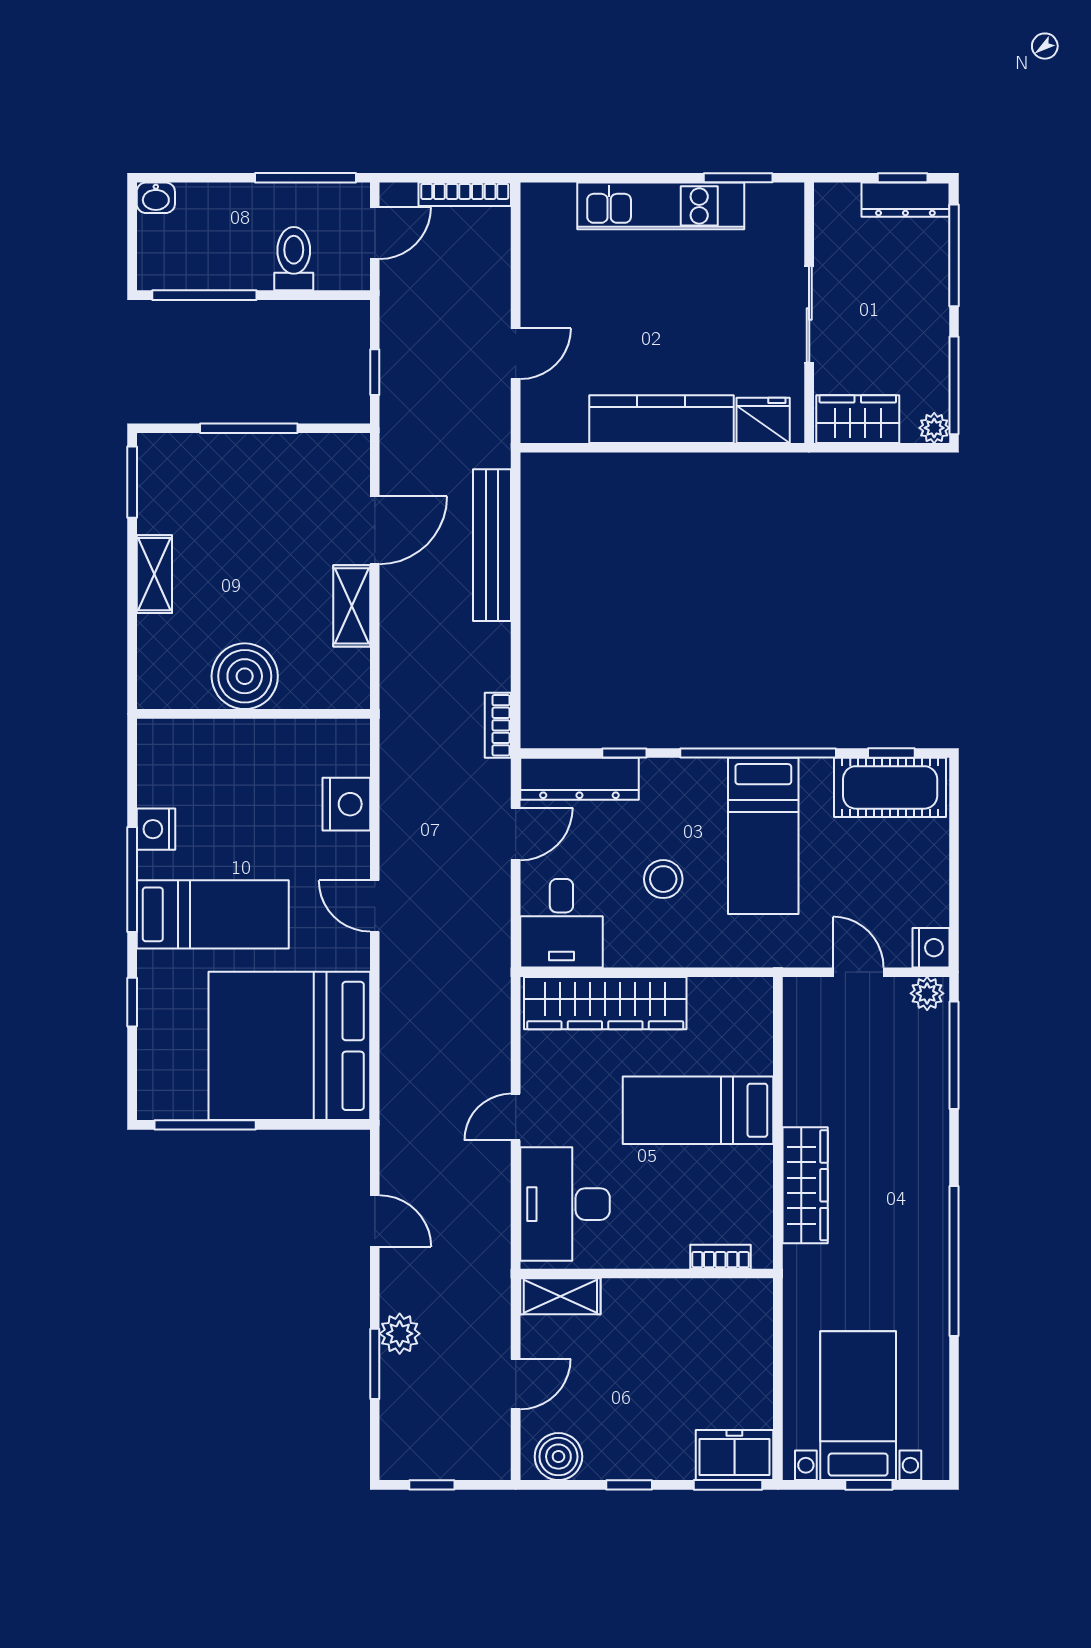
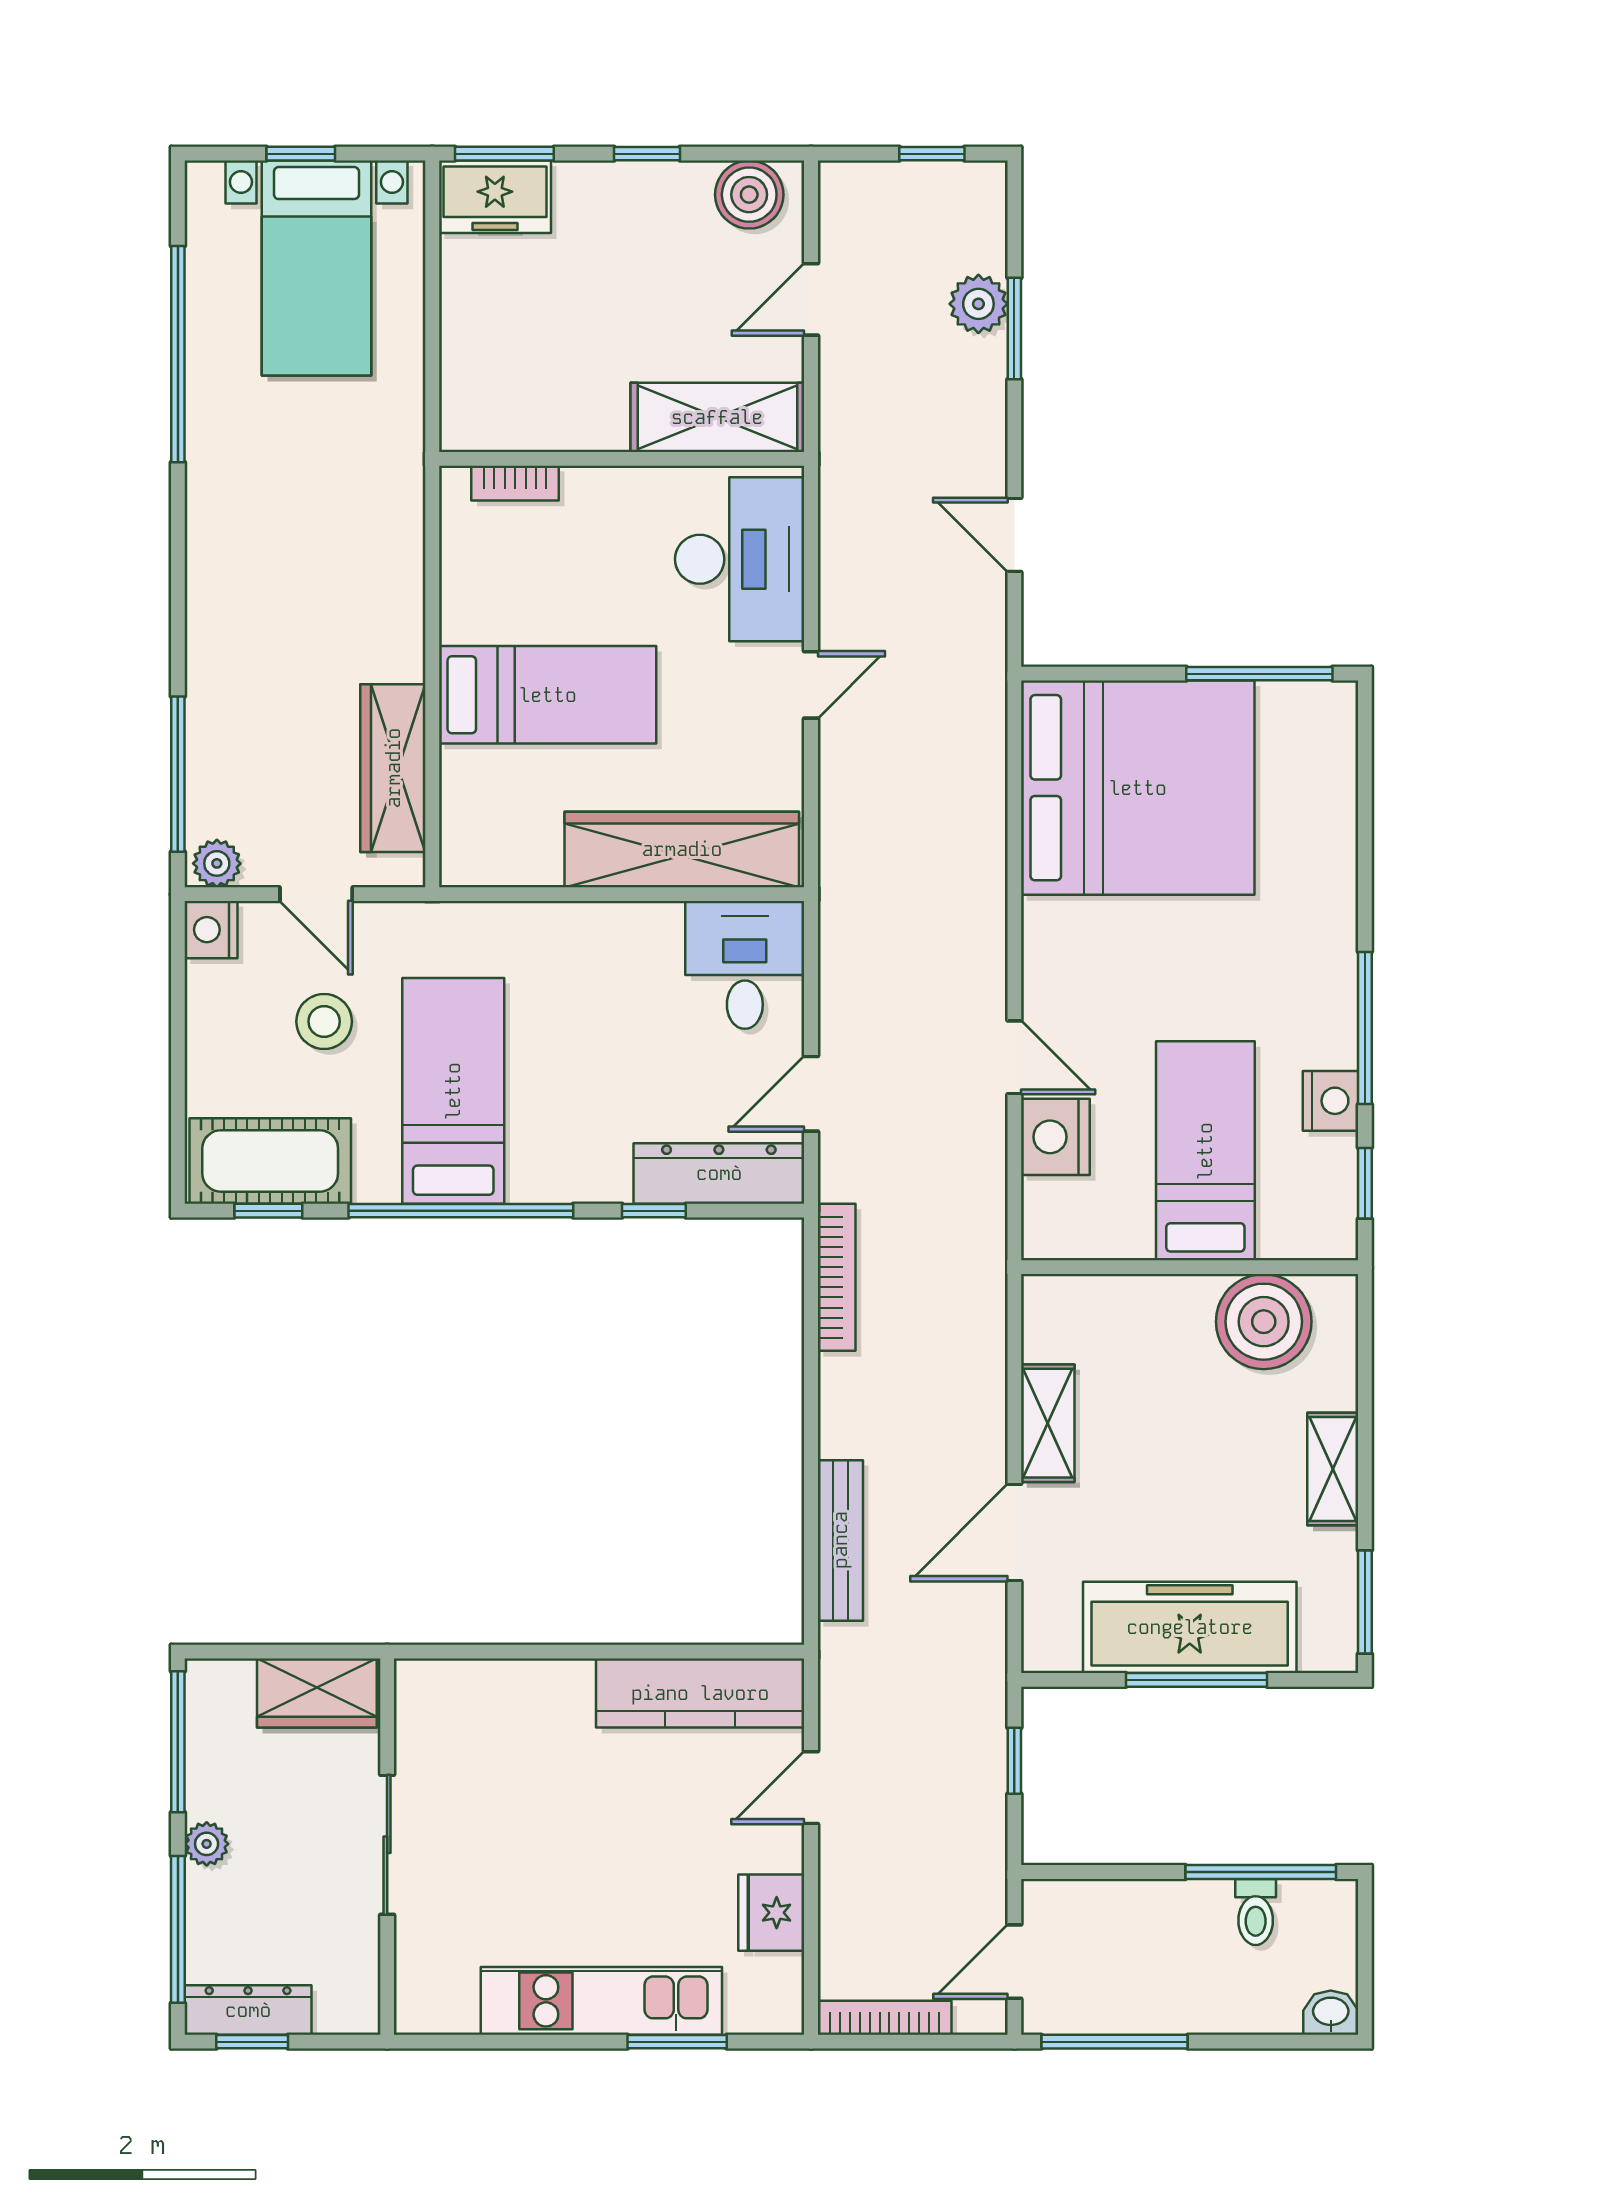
window: (738, 178) -> (677, 2042), moved
toilet: (294, 259) -> (1256, 1912), moved, width x0.73, depth x0.72
kitchen counter: (661, 419) -> (700, 1693), moved
fridge: (763, 420) -> (771, 1913), moved, turned 90
plant: (934, 428) -> (207, 1844), moved
freezer: (253, 465) -> (1190, 1627), added
bench: (492, 545) -> (840, 1540), width x0.73, depth x0.82
boiler: (245, 676) -> (1264, 1322), moved
bookcase: (498, 725) -> (837, 1277), width x1.56
stool: (663, 879) -> (324, 1022), moved
door: (375, 906) -> (1014, 1057), moved
bed: (213, 914) -> (1205, 1151), moved, turned 90
window: (132, 1002) -> (1365, 1183), moved
wardrobe: (805, 1185) -> (393, 768), moved
window: (954, 1261) -> (178, 354), moved
shelving: (560, 1296) -> (717, 417), width x1.50, depth x1.33
plant: (400, 1334) -> (978, 304), moved

